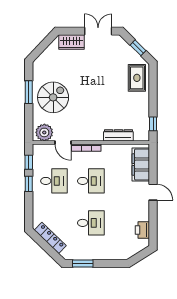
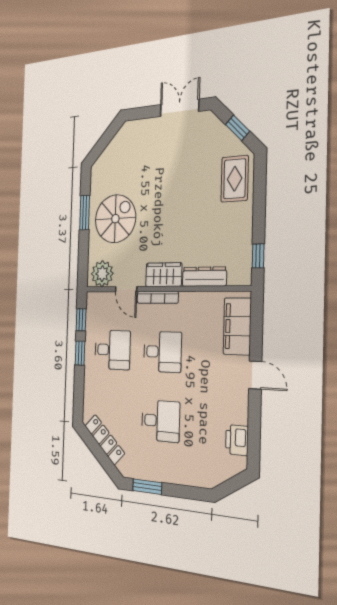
wardrobe: (72, 42) -> (164, 275), moved, turned 180

